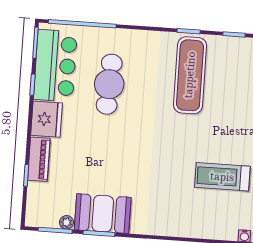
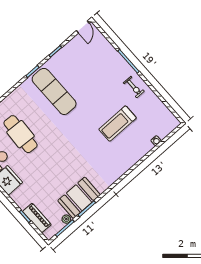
piano: (39, 159) -> (37, 218), moved

